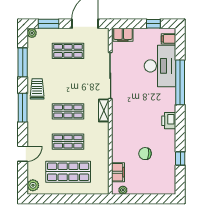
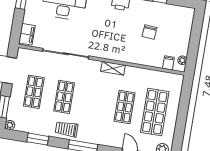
window: (23, 62) -> (38, 139), width x0.69
shelving: (104, 110) -> (113, 68), moved
shop shelf: (68, 111) -> (64, 97), moved
filing cabinet: (118, 172) -> (168, 63), width x0.50

